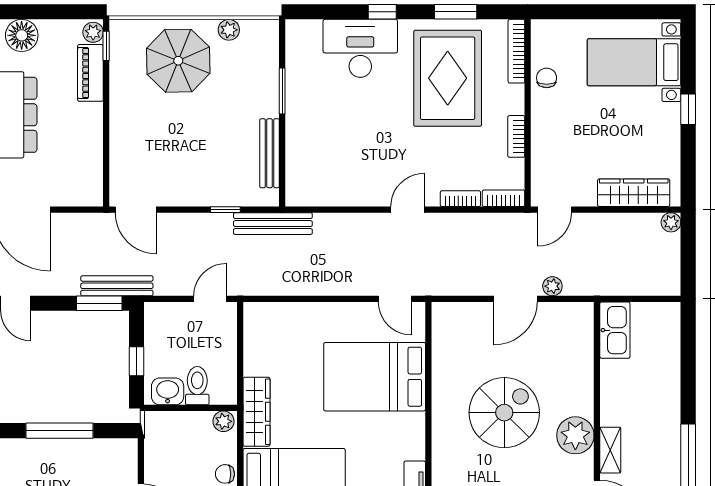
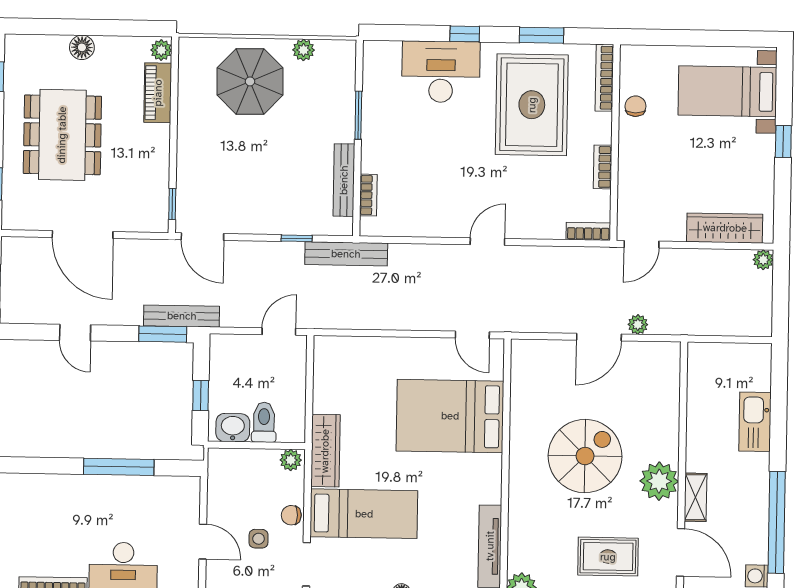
floor lamp: (22, 35) -> (82, 47), width x0.73, depth x0.73
window: (106, 46) -> (172, 204), moved
bookcase: (460, 199) -> (368, 195), moved, turned 90
kitchen sink: (615, 330) -> (755, 422), moved, turned 180

